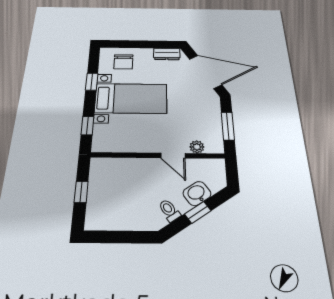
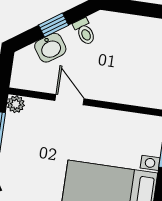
plant: (197, 147) -> (16, 104), moved

